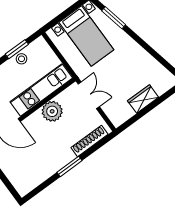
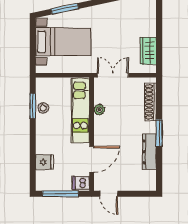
wardrobe: (143, 99) -> (148, 51), moved
plant: (52, 111) -> (99, 110), width x0.53, depth x0.53
dresser: (49, 169) -> (149, 152), added

